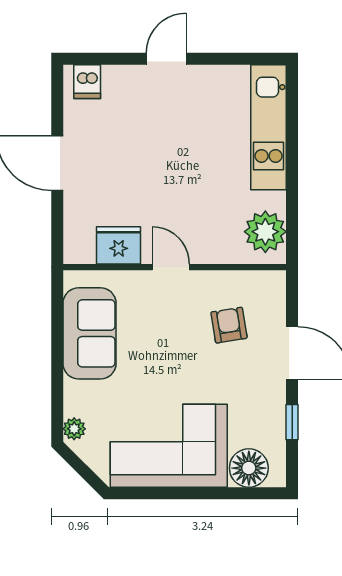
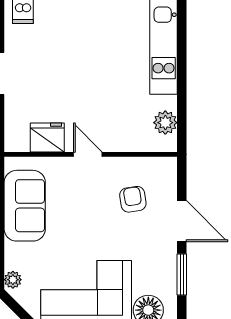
plant: (265, 232) -> (165, 123), width x0.73, depth x0.73
window: (292, 422) -> (182, 274), width x1.50

